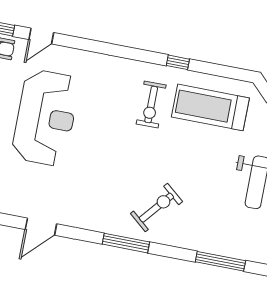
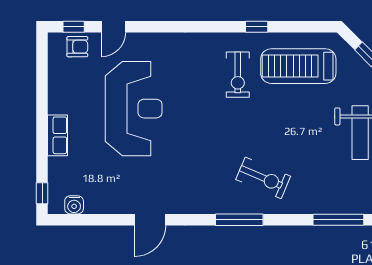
exercise bike: (156, 208) -> (263, 178), turned 73

